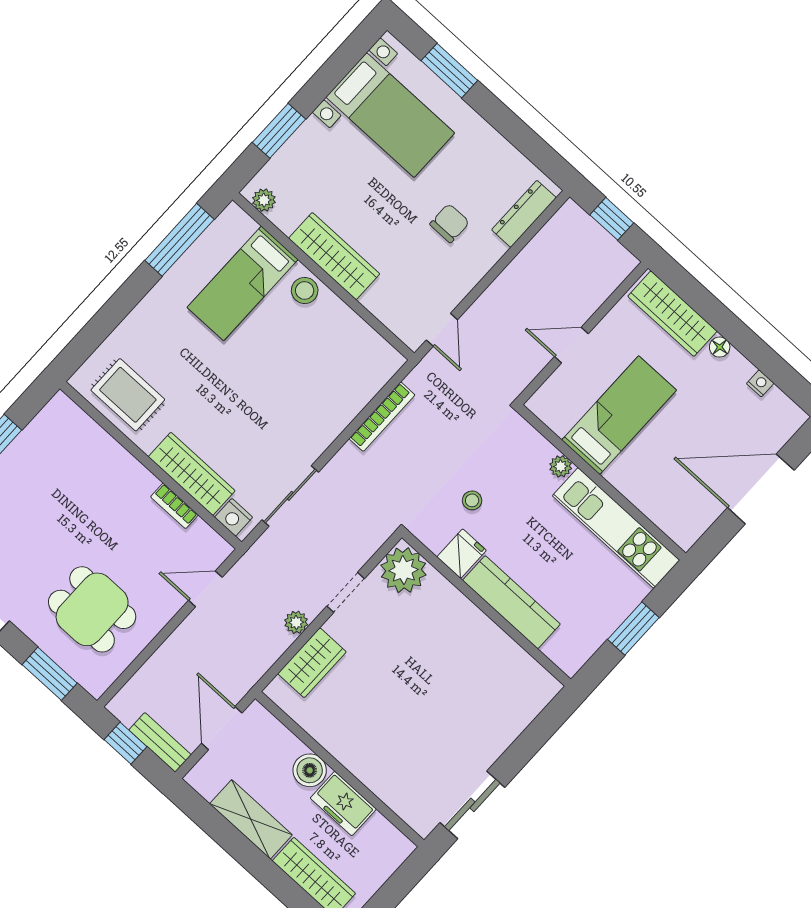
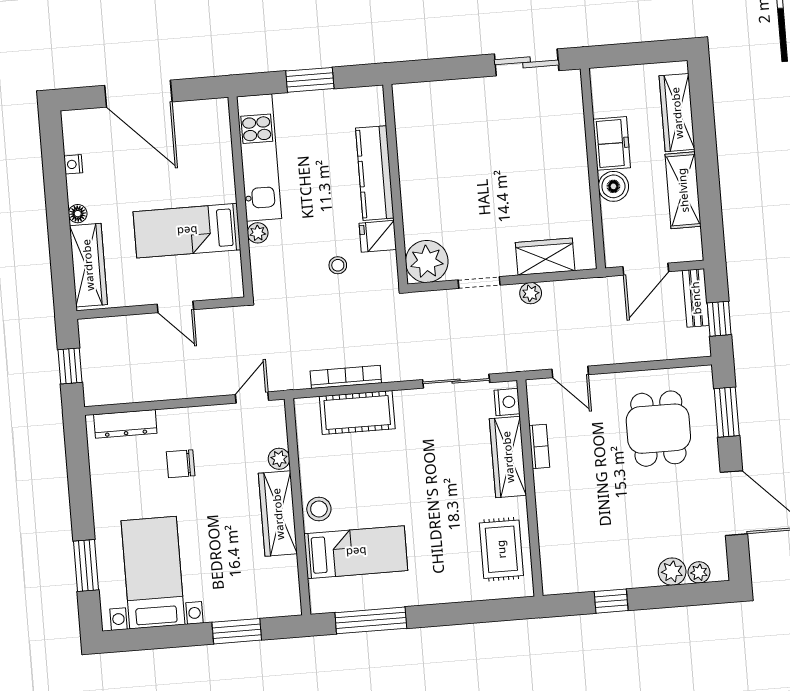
plant: (264, 200) -> (279, 459), moved
cot: (346, 397) -> (357, 413), added

